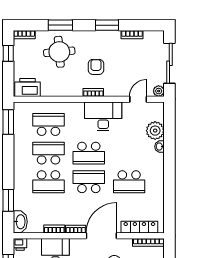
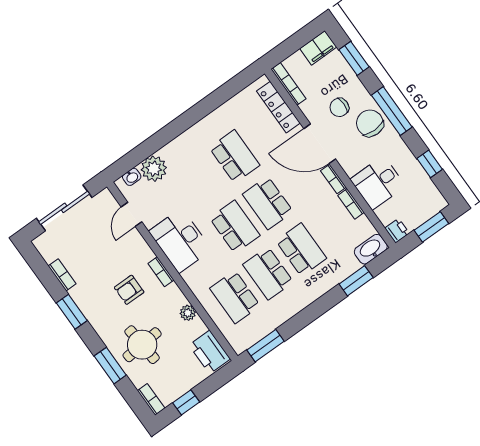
plant: (159, 91) -> (188, 313), moved
door: (138, 99) -> (132, 214), hinge flipped
washbasin: (160, 147) -> (132, 177), moved

